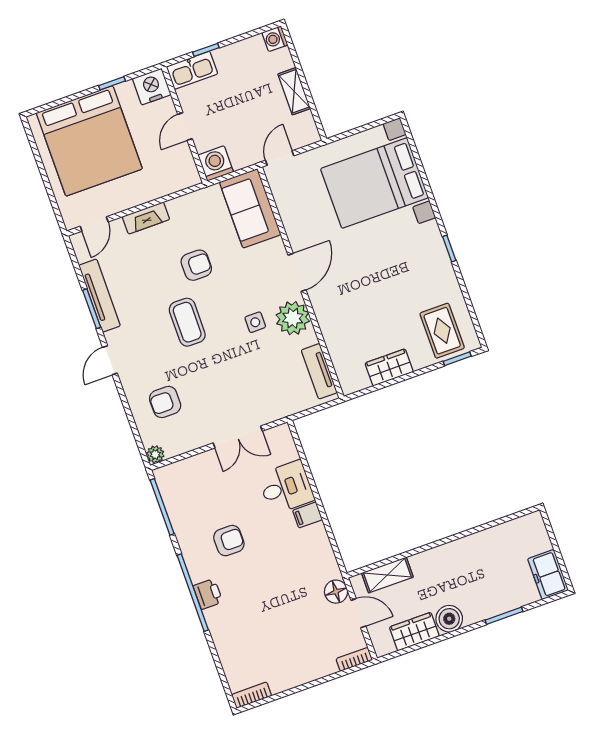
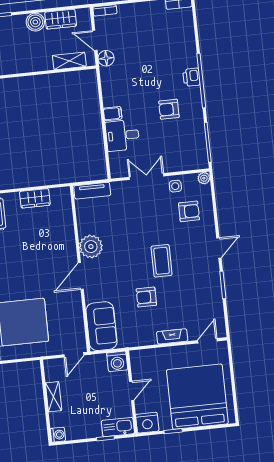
tv unit: (100, 296) -> (215, 292), removed
side table: (255, 322) -> (175, 186), moved
tv unit: (319, 371) -> (92, 191), moved, turned 90

